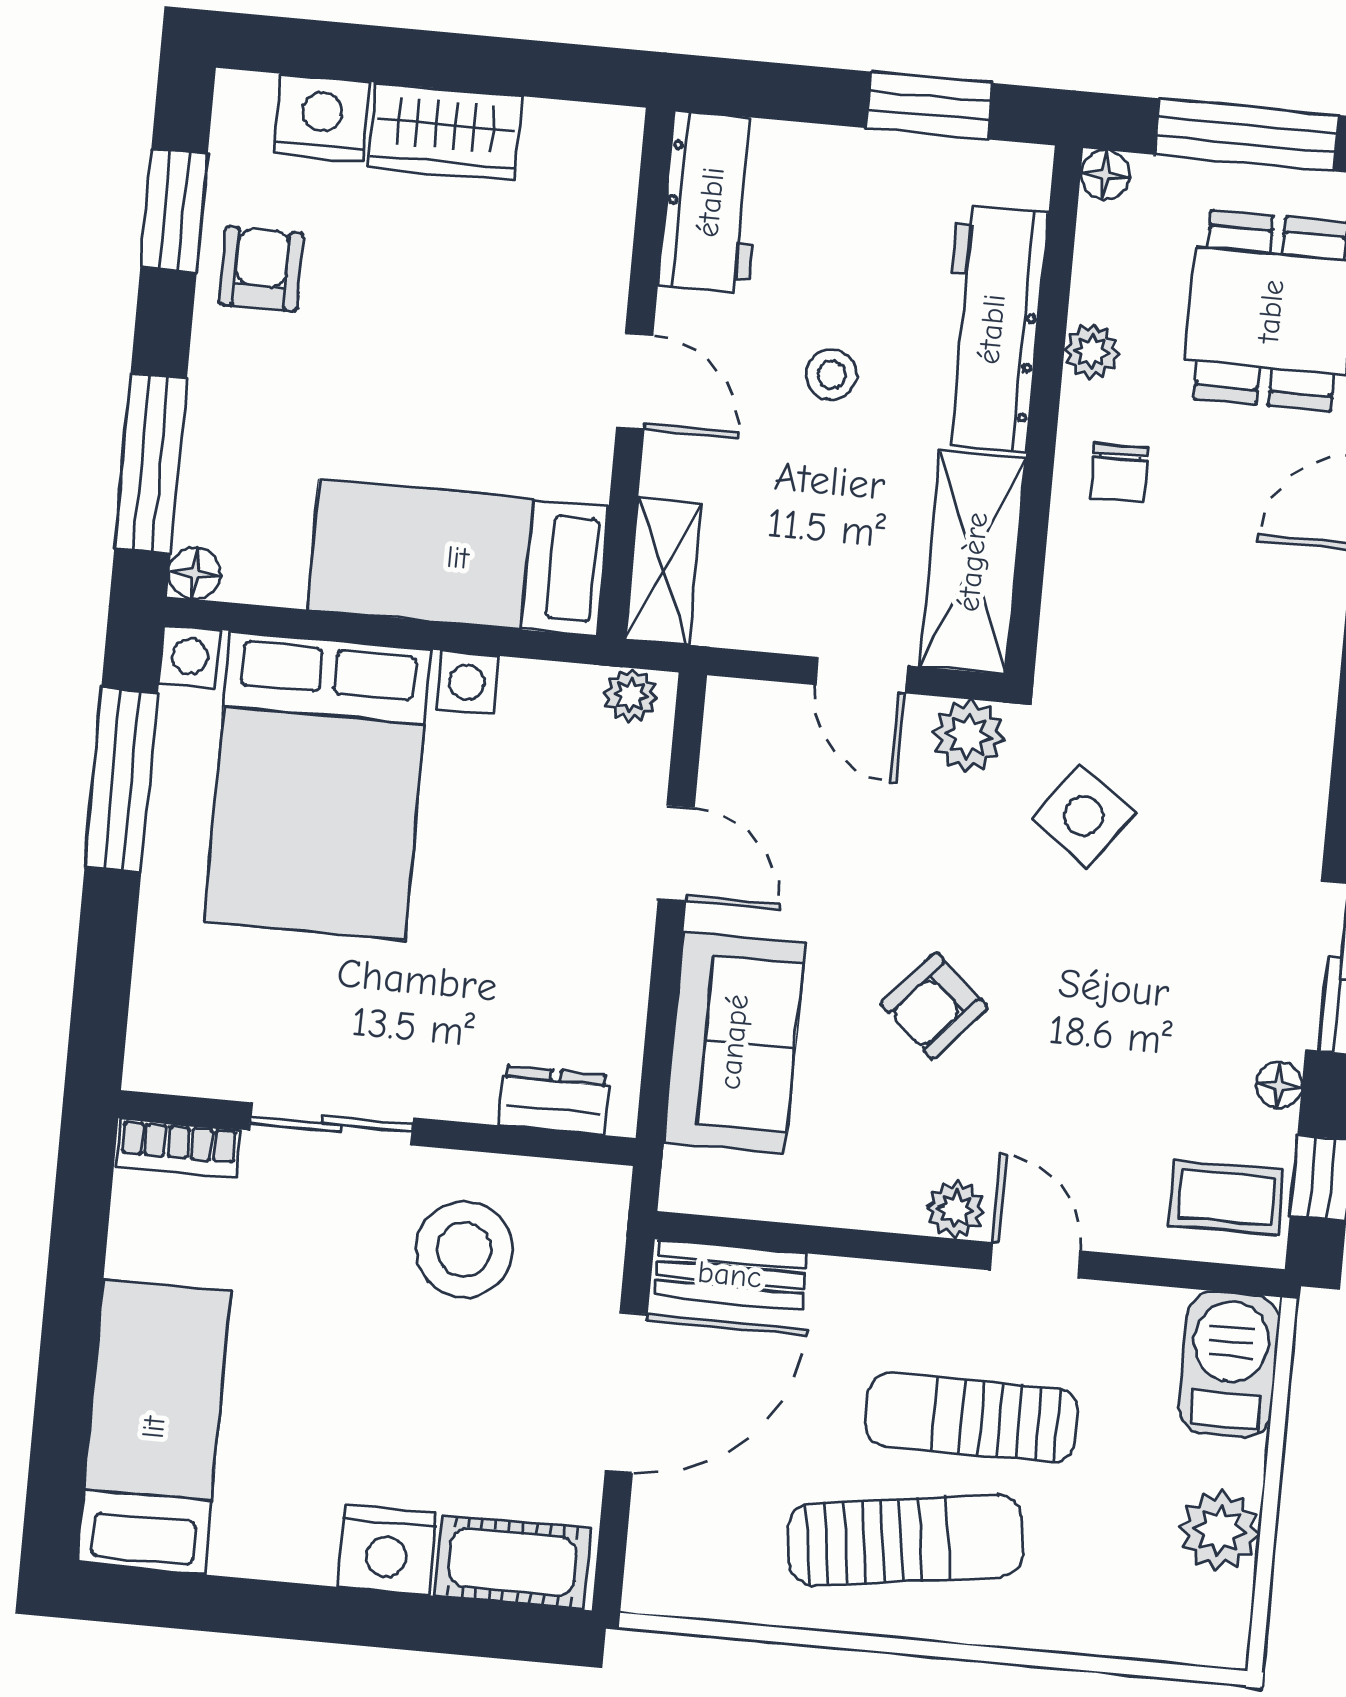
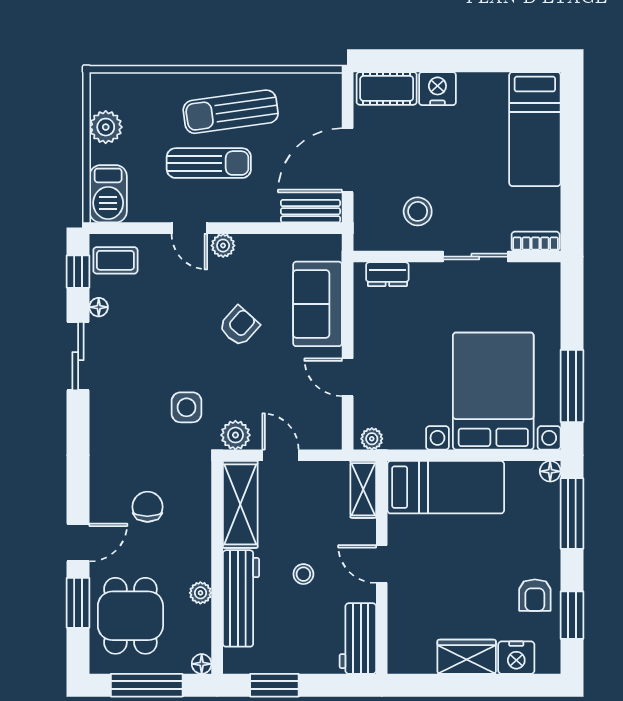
chair: (1119, 473) -> (147, 507), moved, width x1.37, depth x1.37
side table: (1084, 816) -> (187, 407), turned -36
stool: (464, 1249) -> (418, 211), width x0.73, depth x0.73

